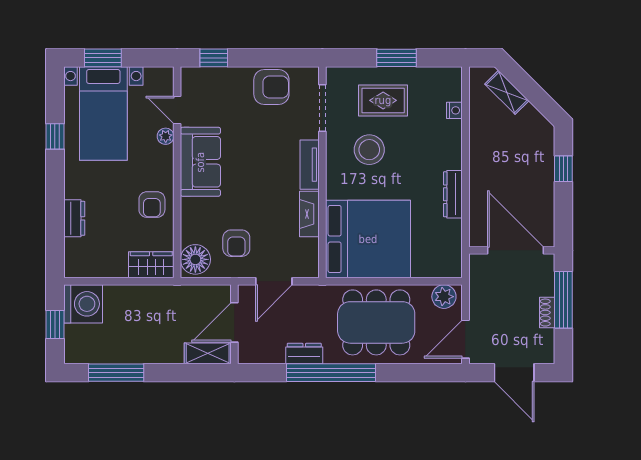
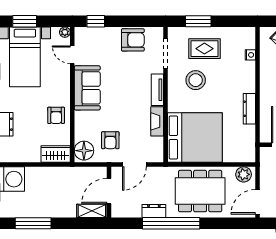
window: (397, 58) -> (198, 21), moved
plant: (166, 136) -> (65, 32), moved

